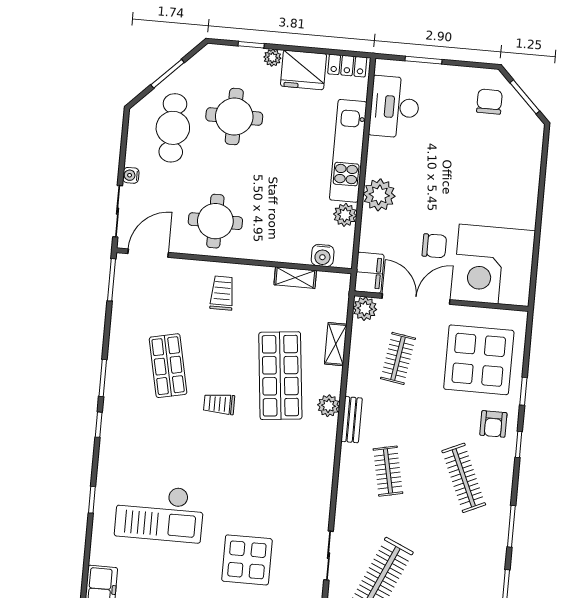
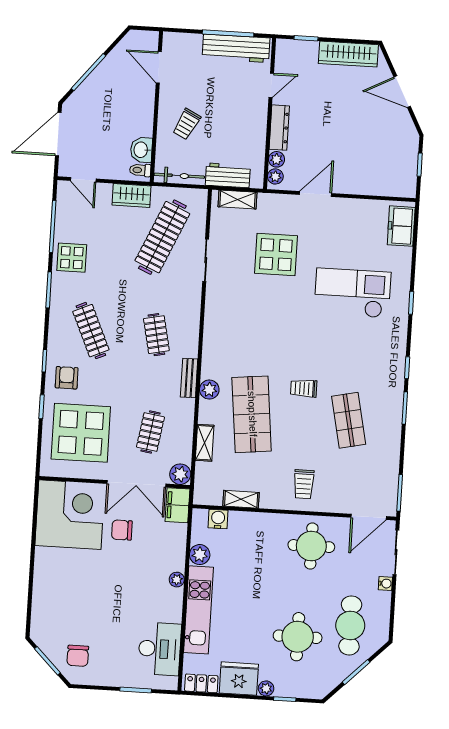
plant: (379, 195) -> (177, 580), width x0.53, depth x0.53
trolley: (219, 404) -> (304, 388), turned 180
display table: (484, 563) -> (72, 258), added

